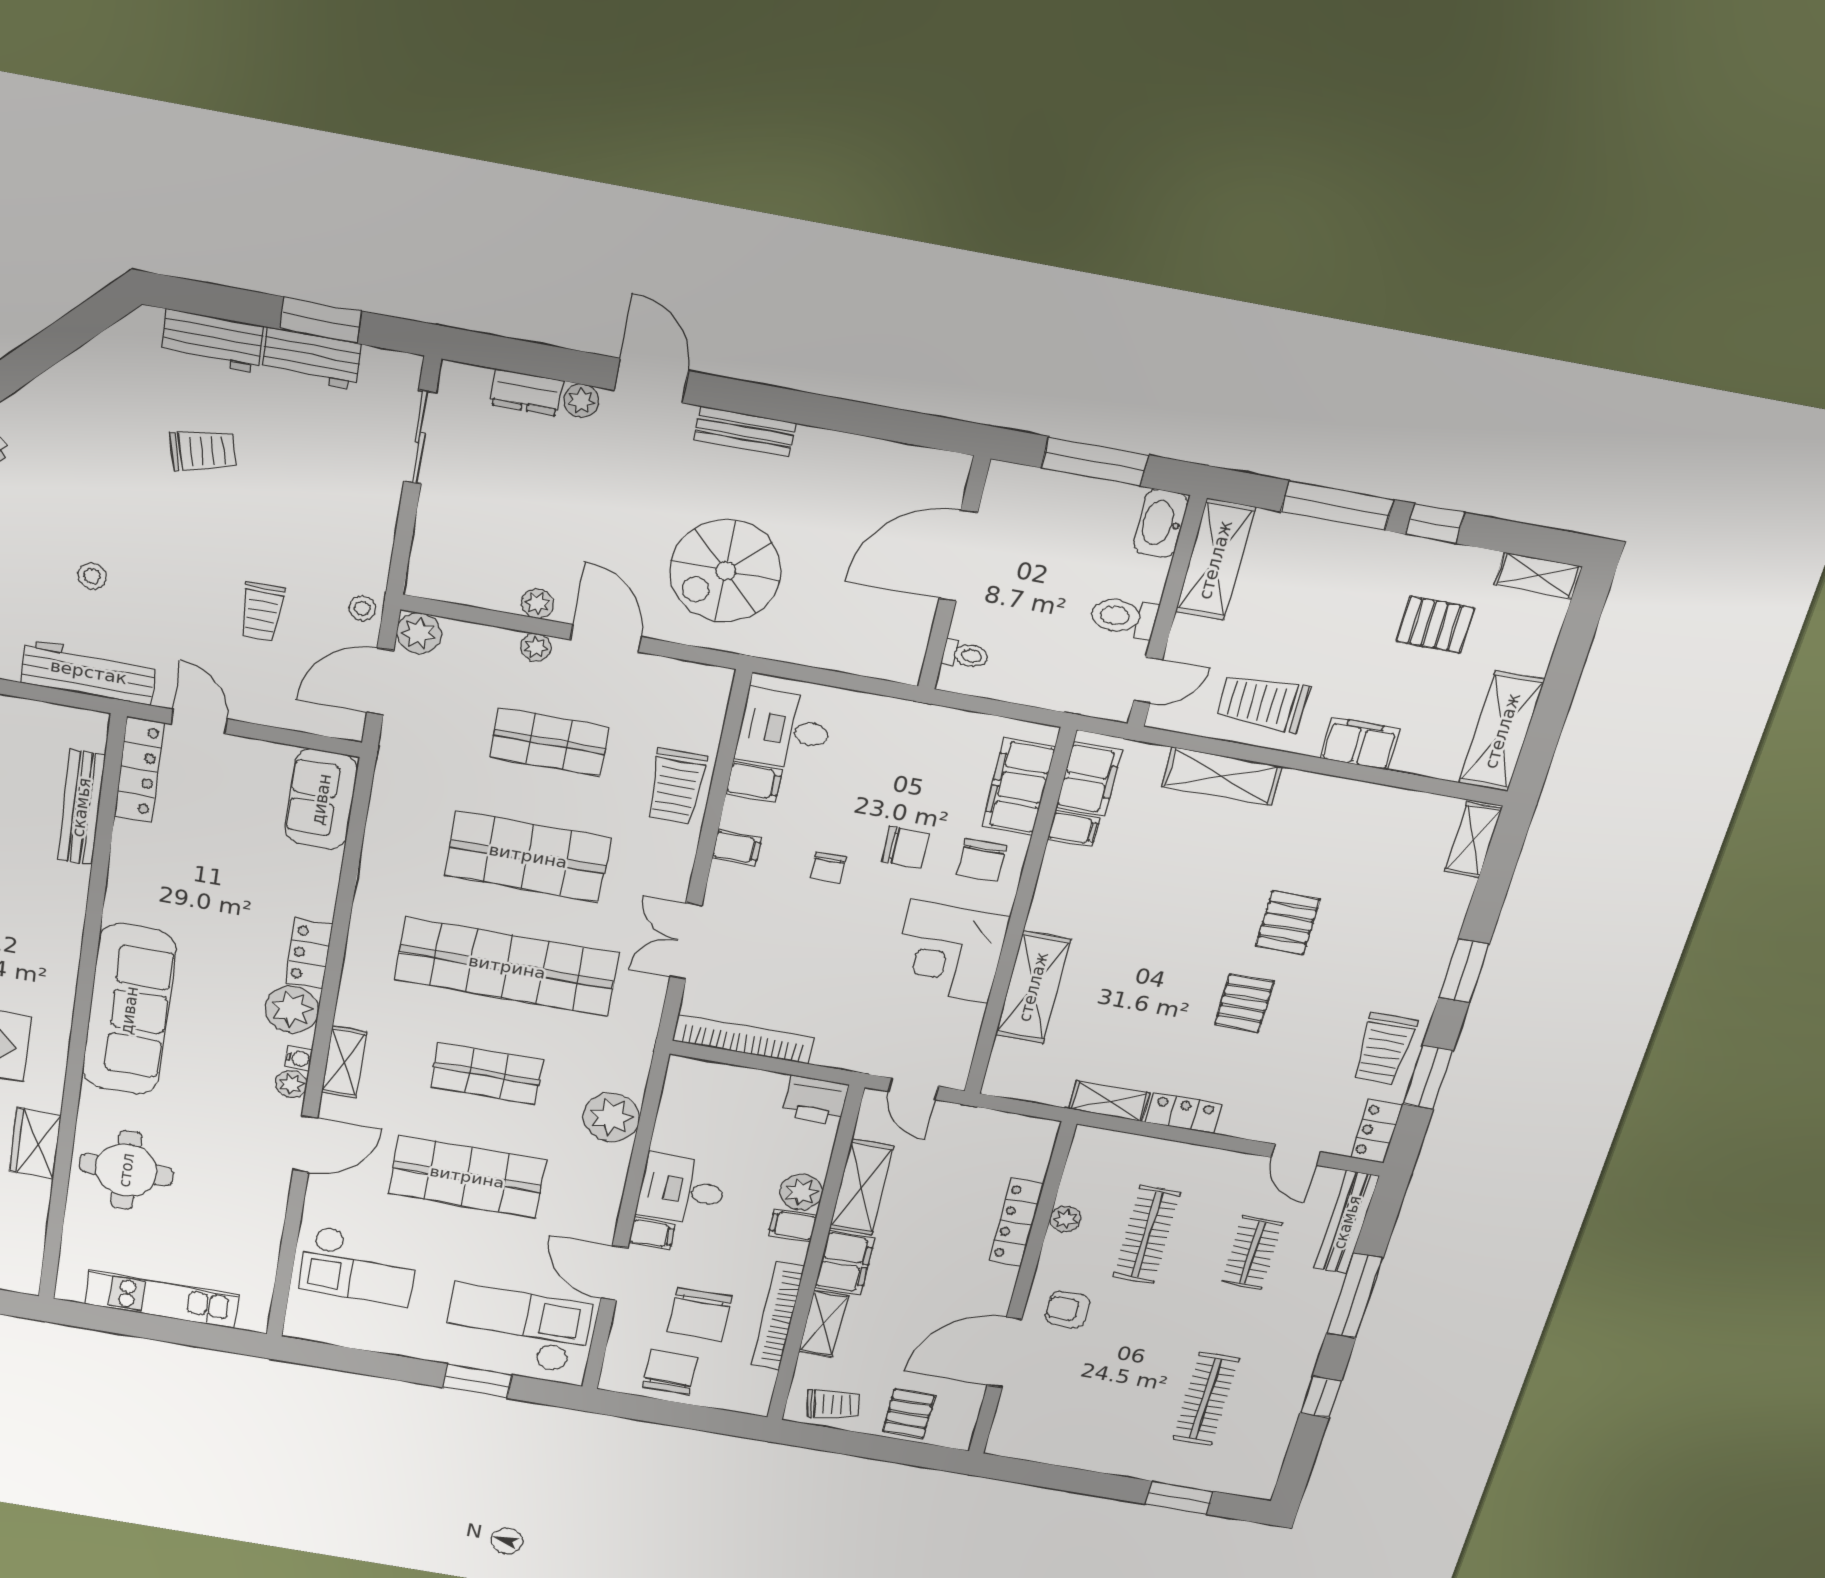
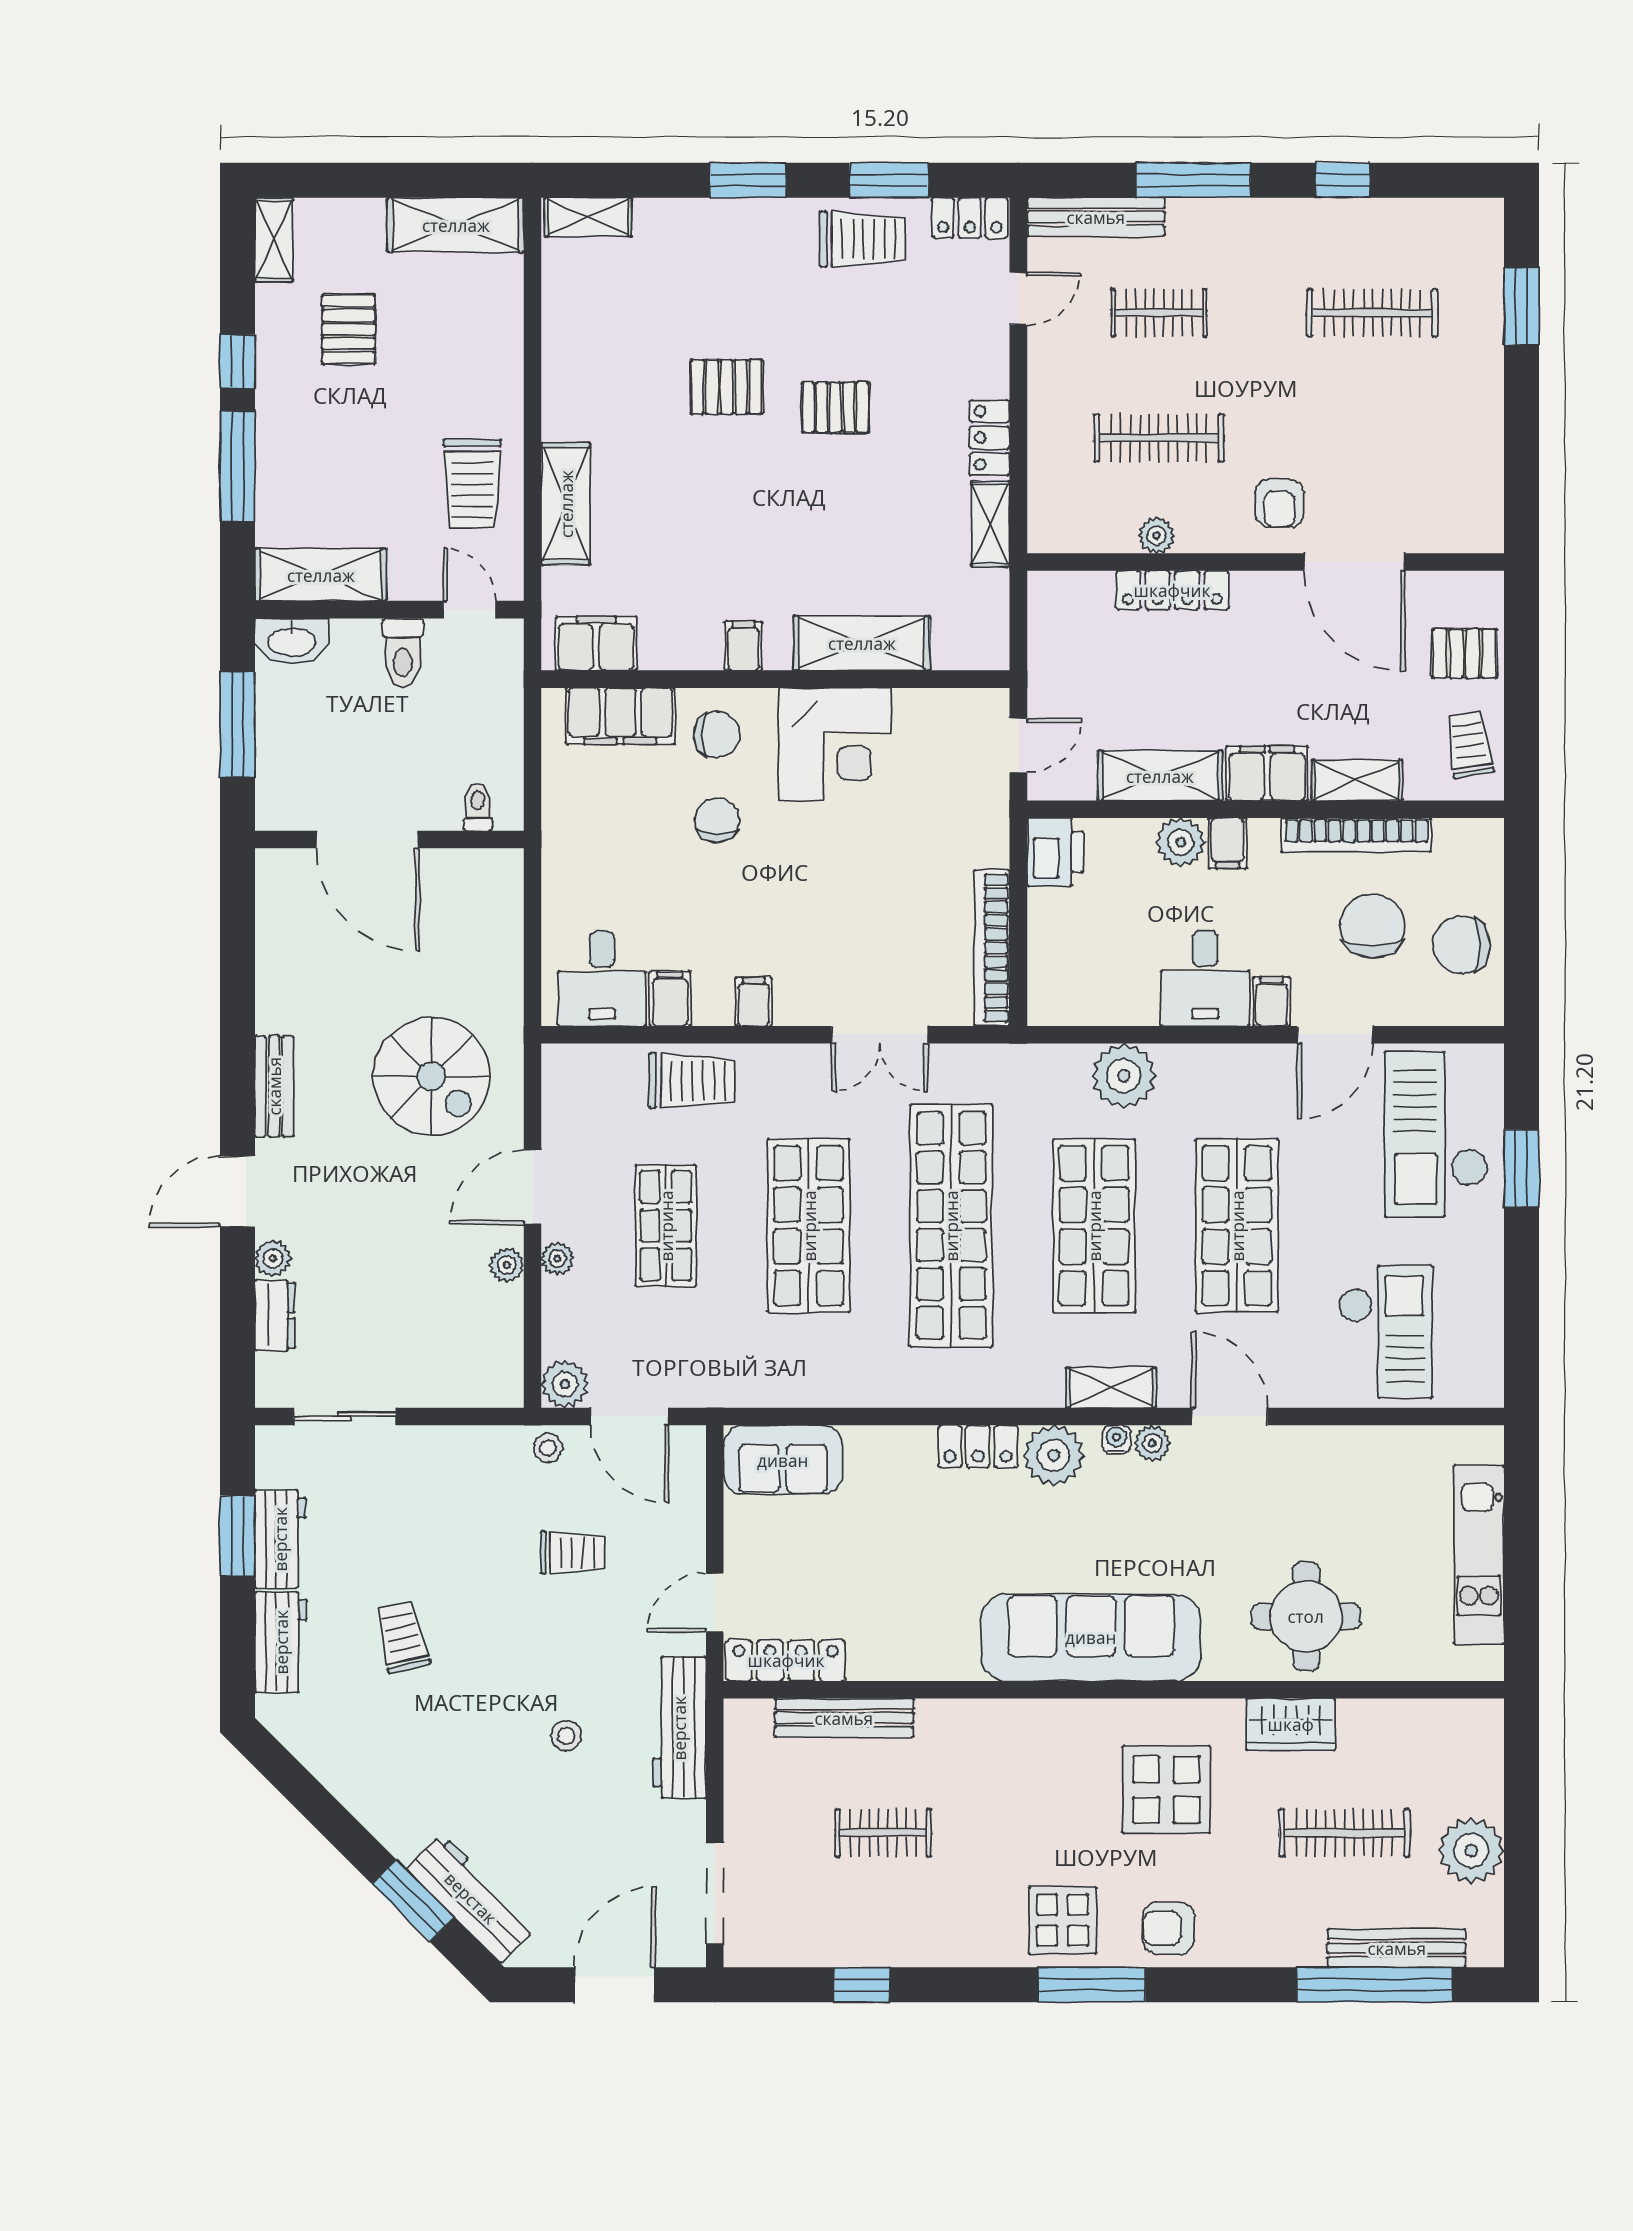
filing cabinet: (1360, 744) -> (499, 369), removed
filing cabinet: (1073, 829) -> (743, 646), moved
chair: (828, 867) -> (758, 899), removed
shop shelf: (487, 1073) -> (1094, 1226), width x1.43, depth x1.36
chair: (700, 1314) -> (1372, 926), turned -90

